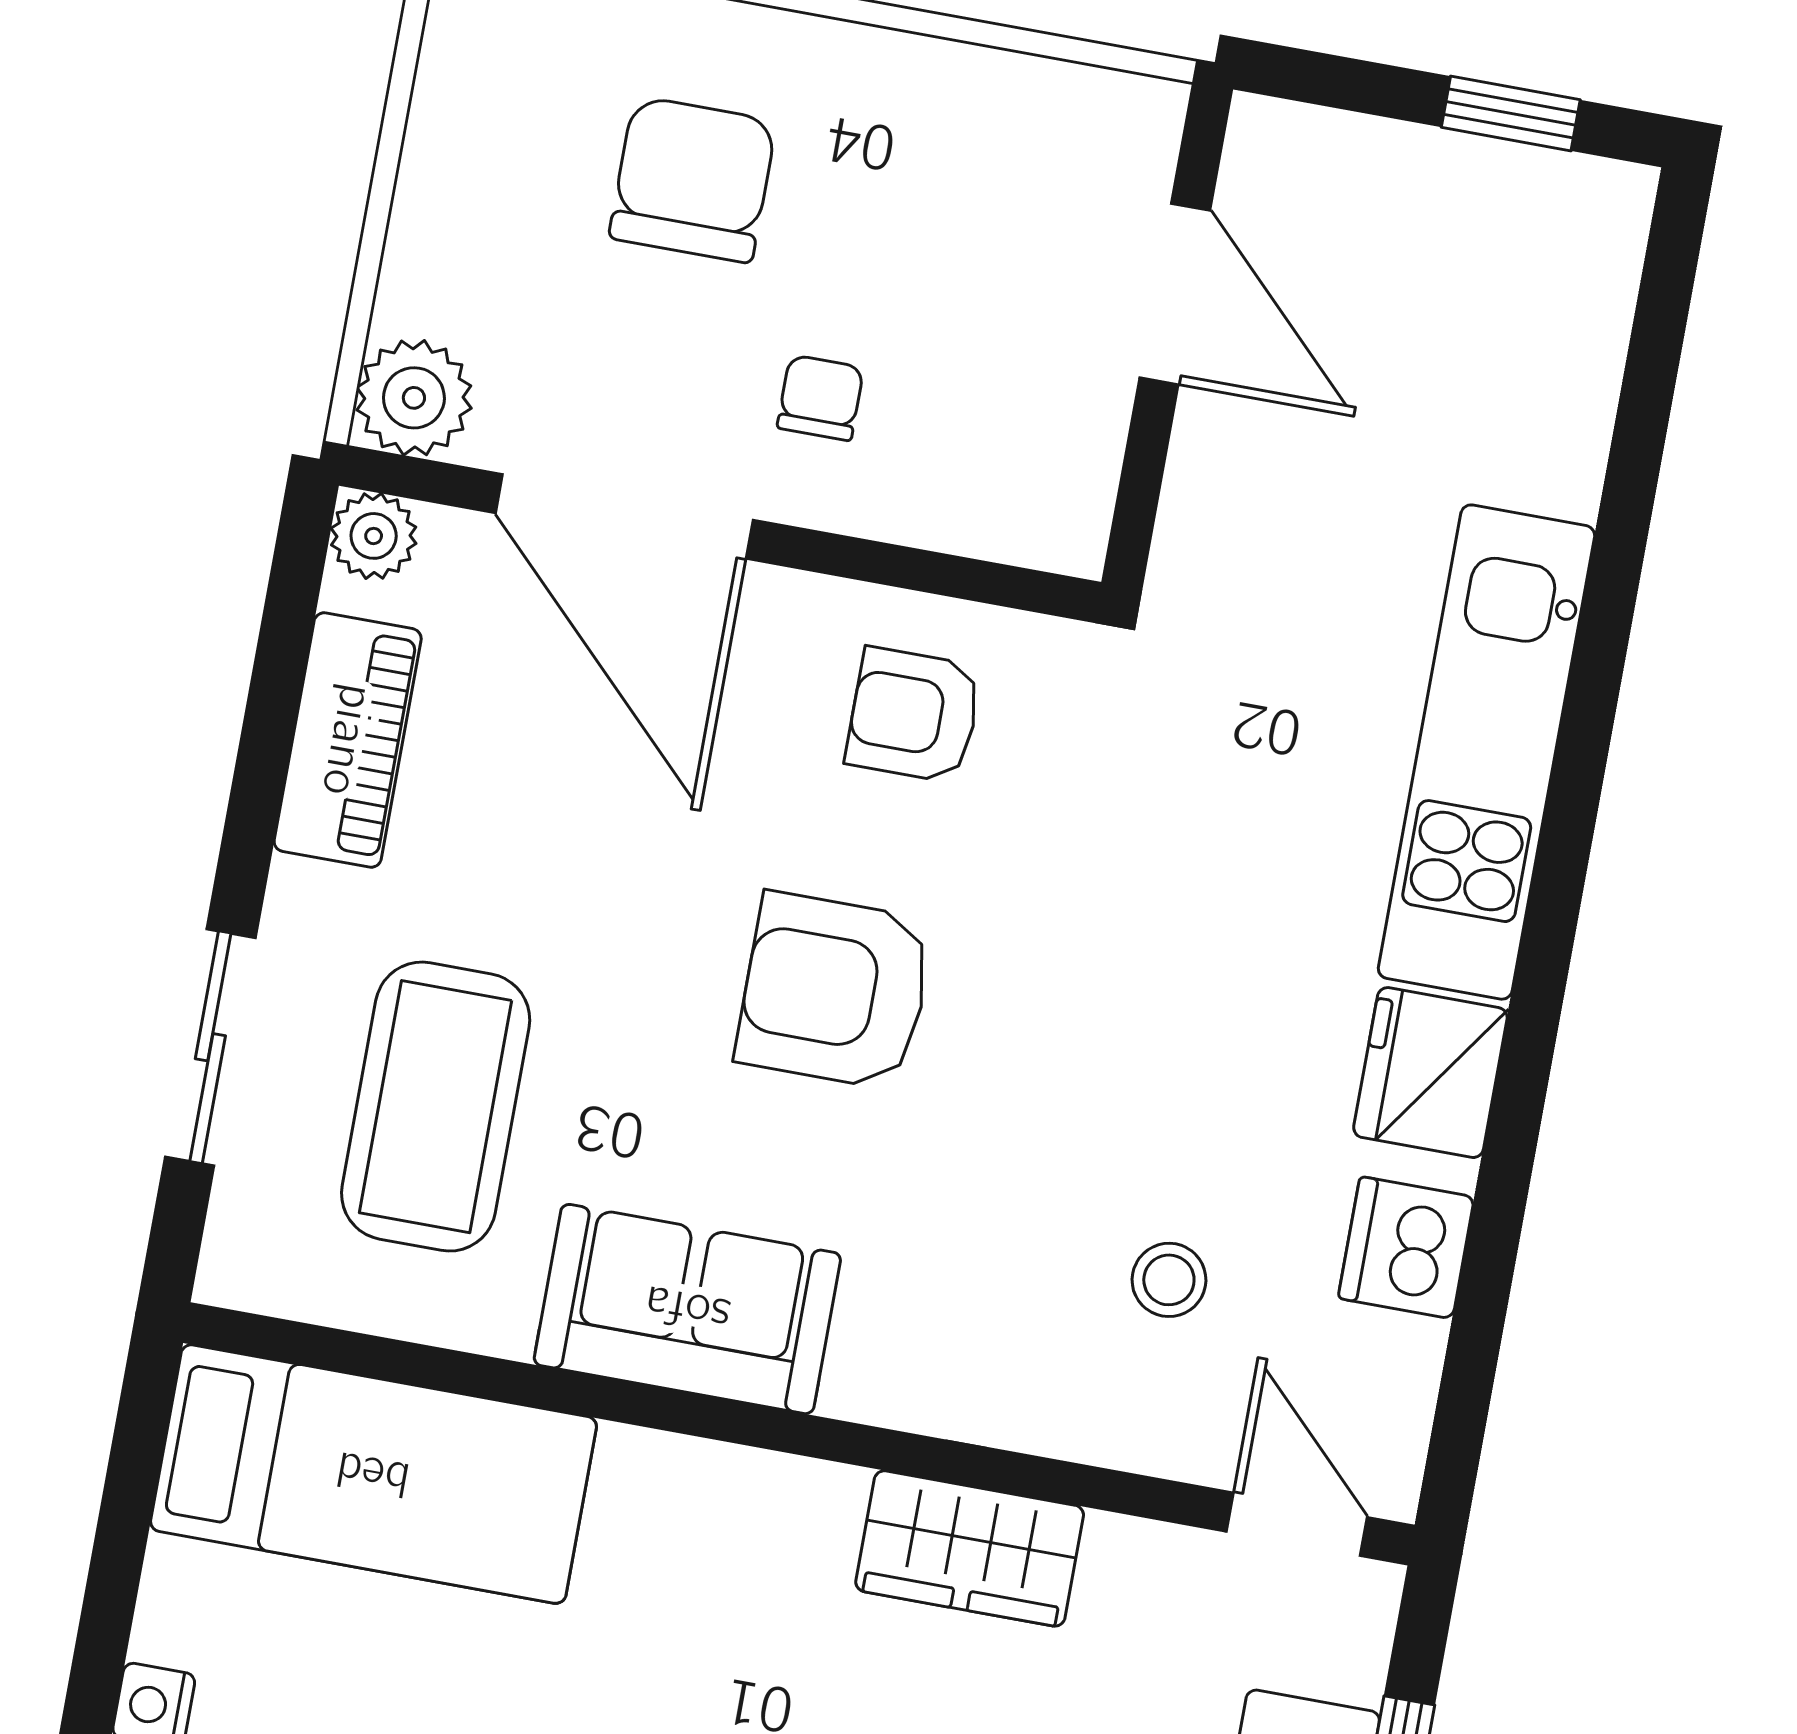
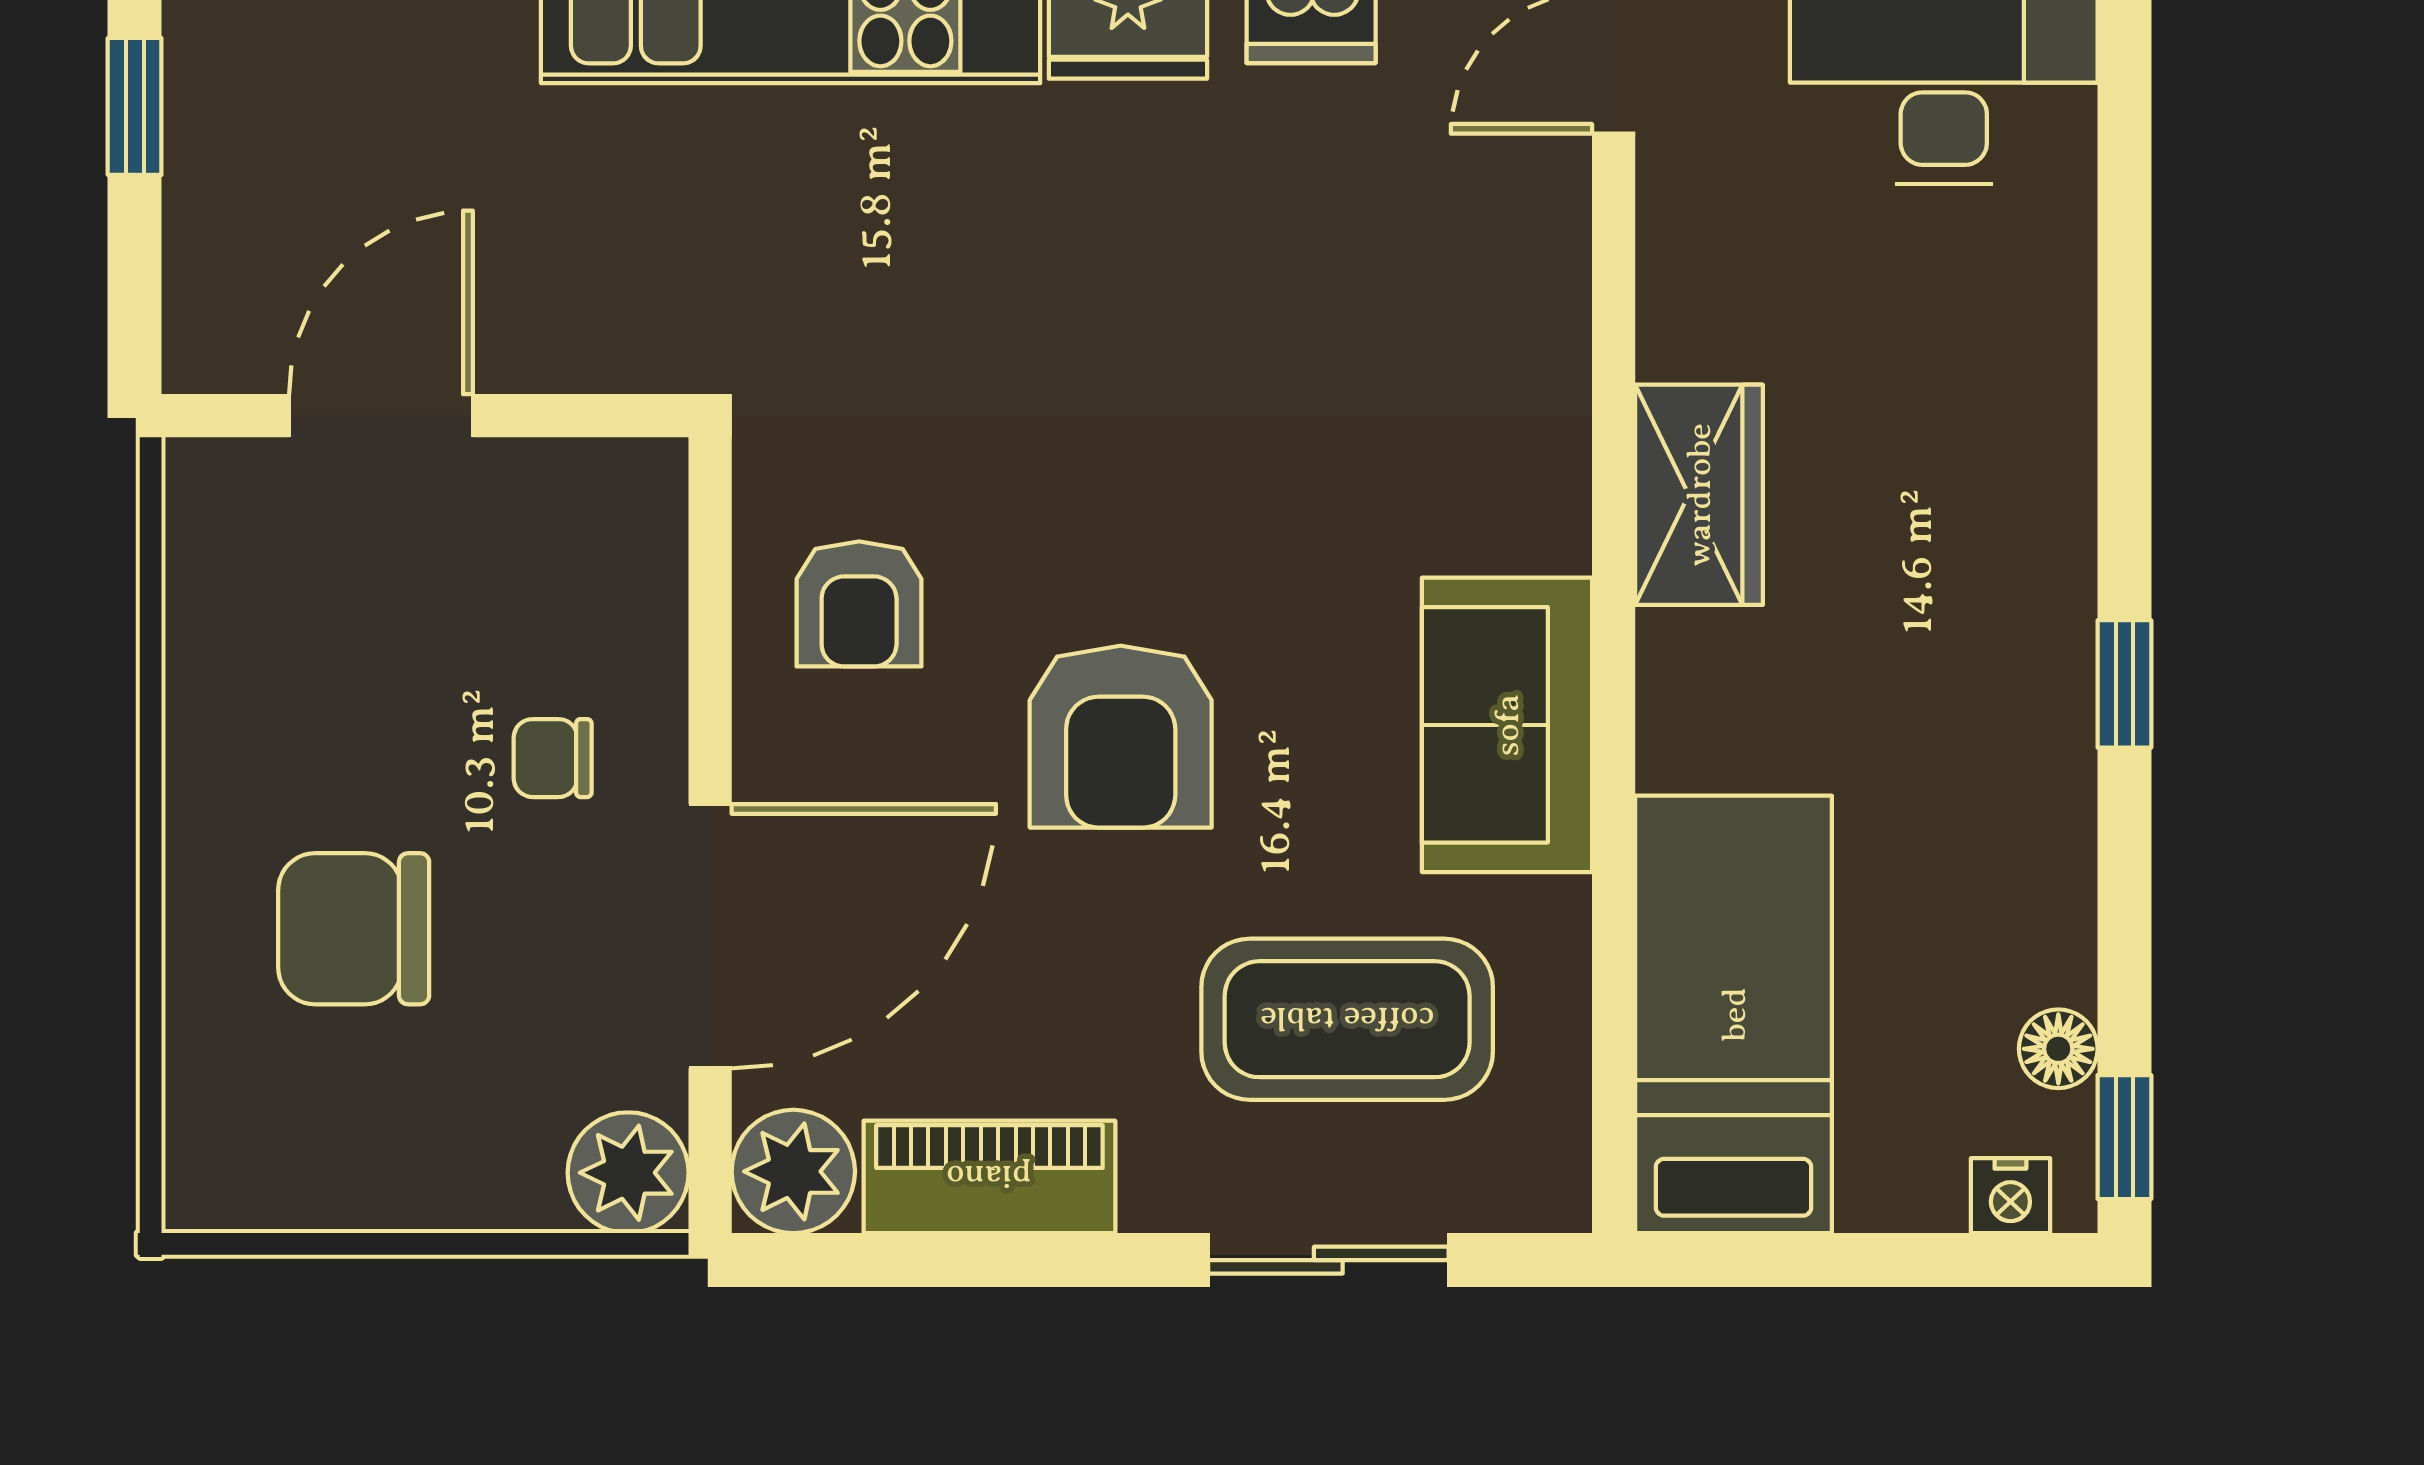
plant: (374, 536) -> (793, 1171), width x1.38, depth x1.38
armchair: (835, 991) -> (1121, 737), moved
stool: (1169, 1280) -> (1388, 239), removed
wardrobe: (970, 1548) -> (1699, 495), moved

